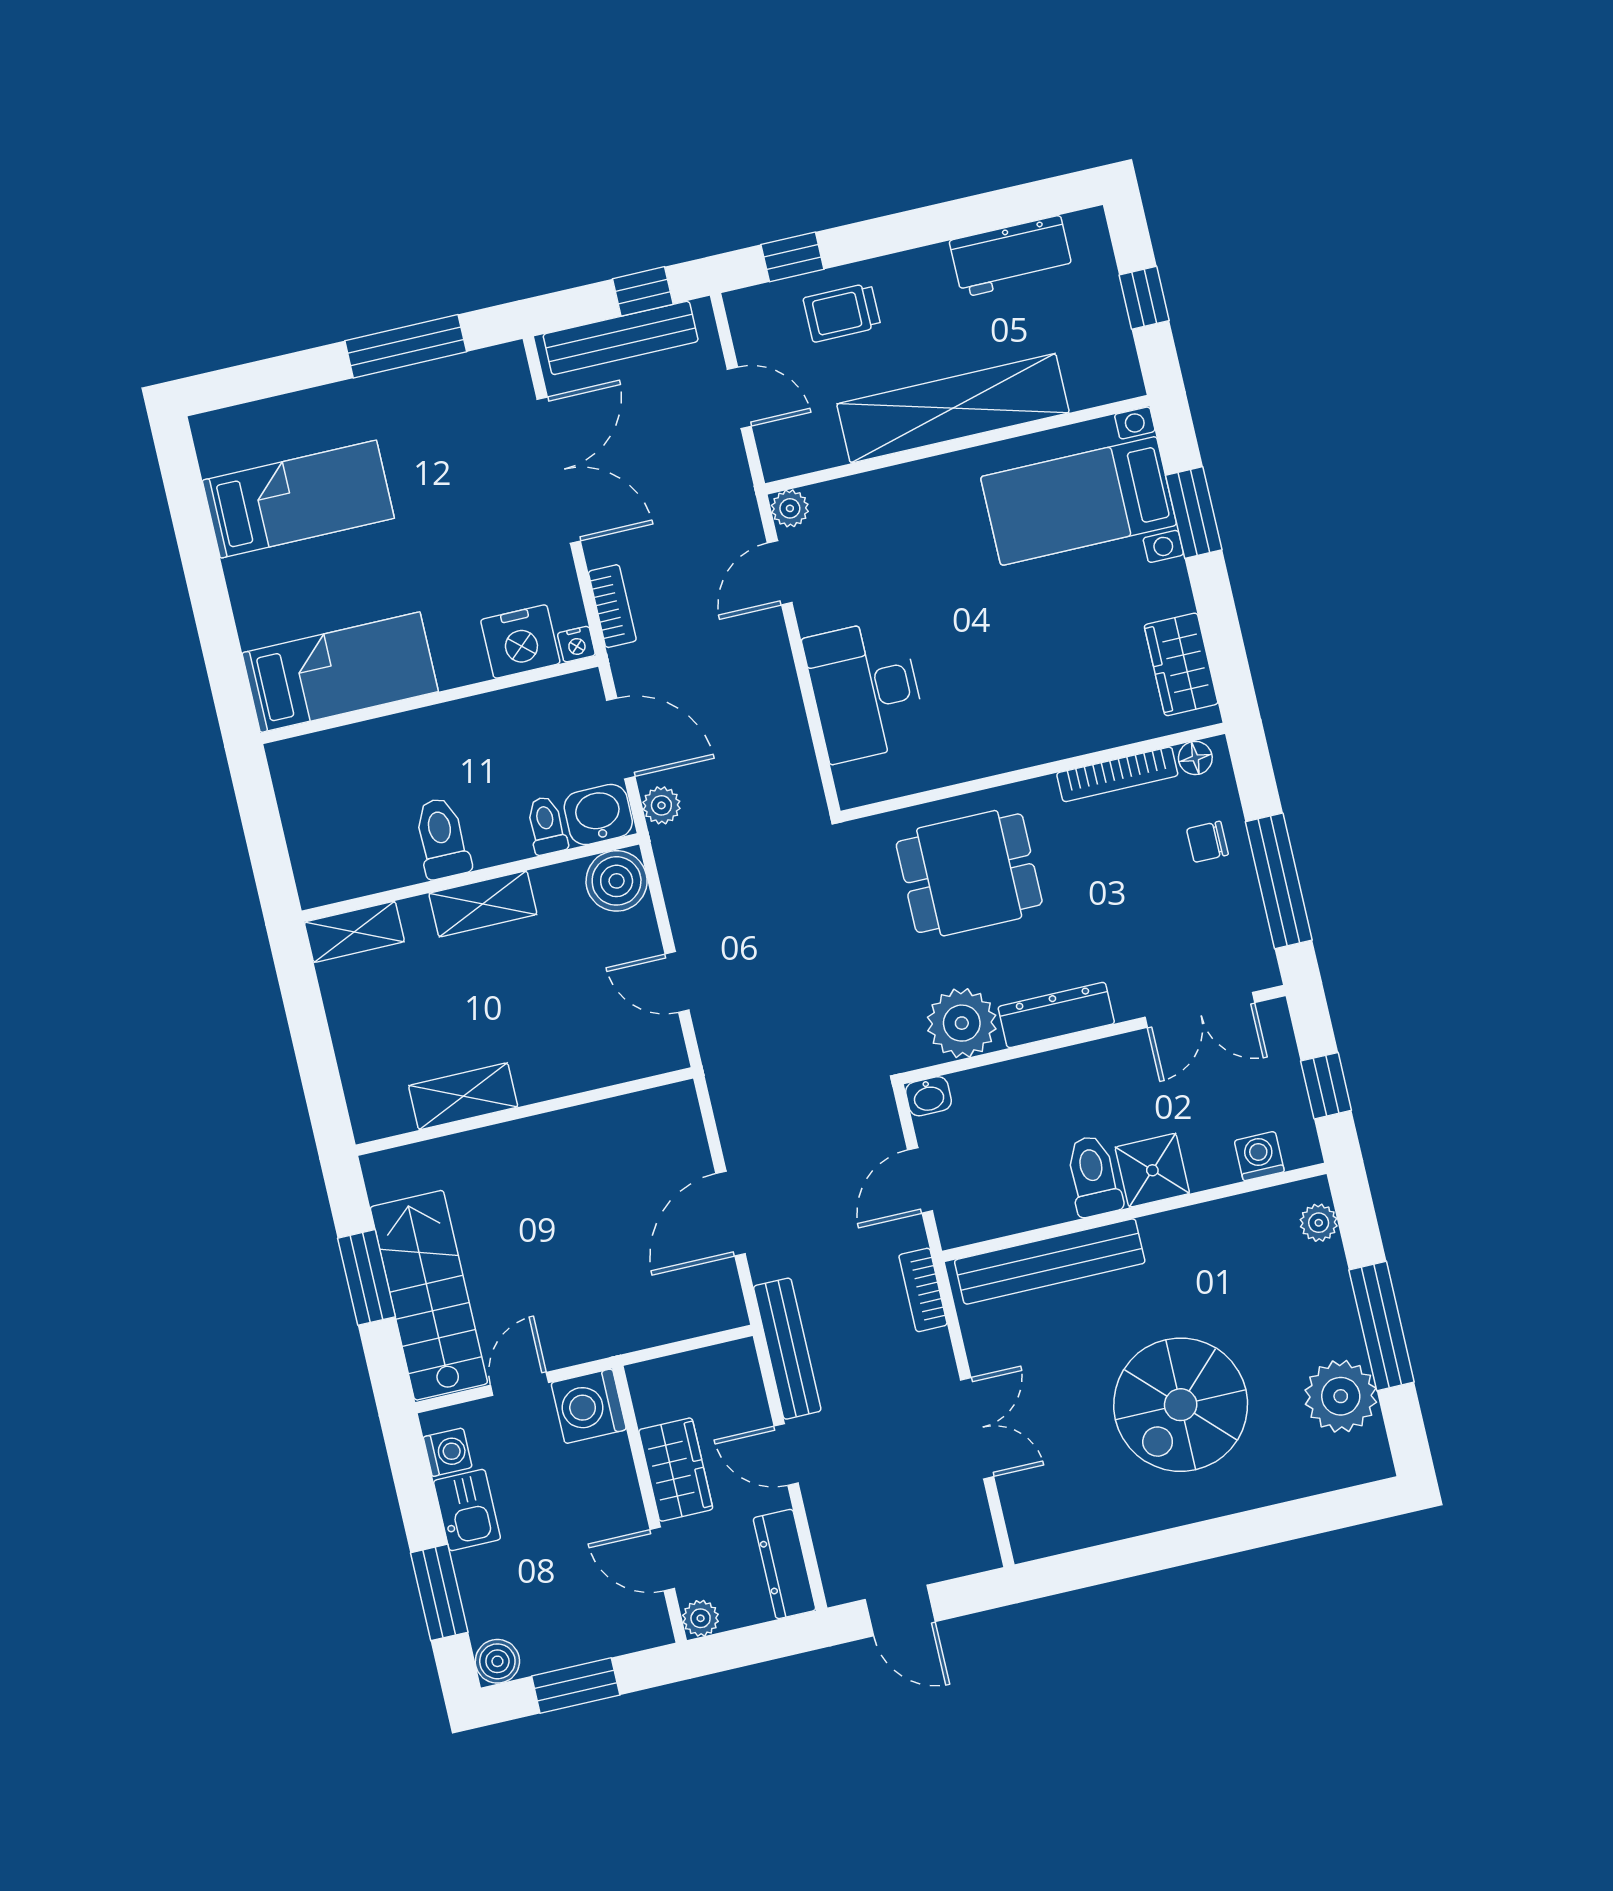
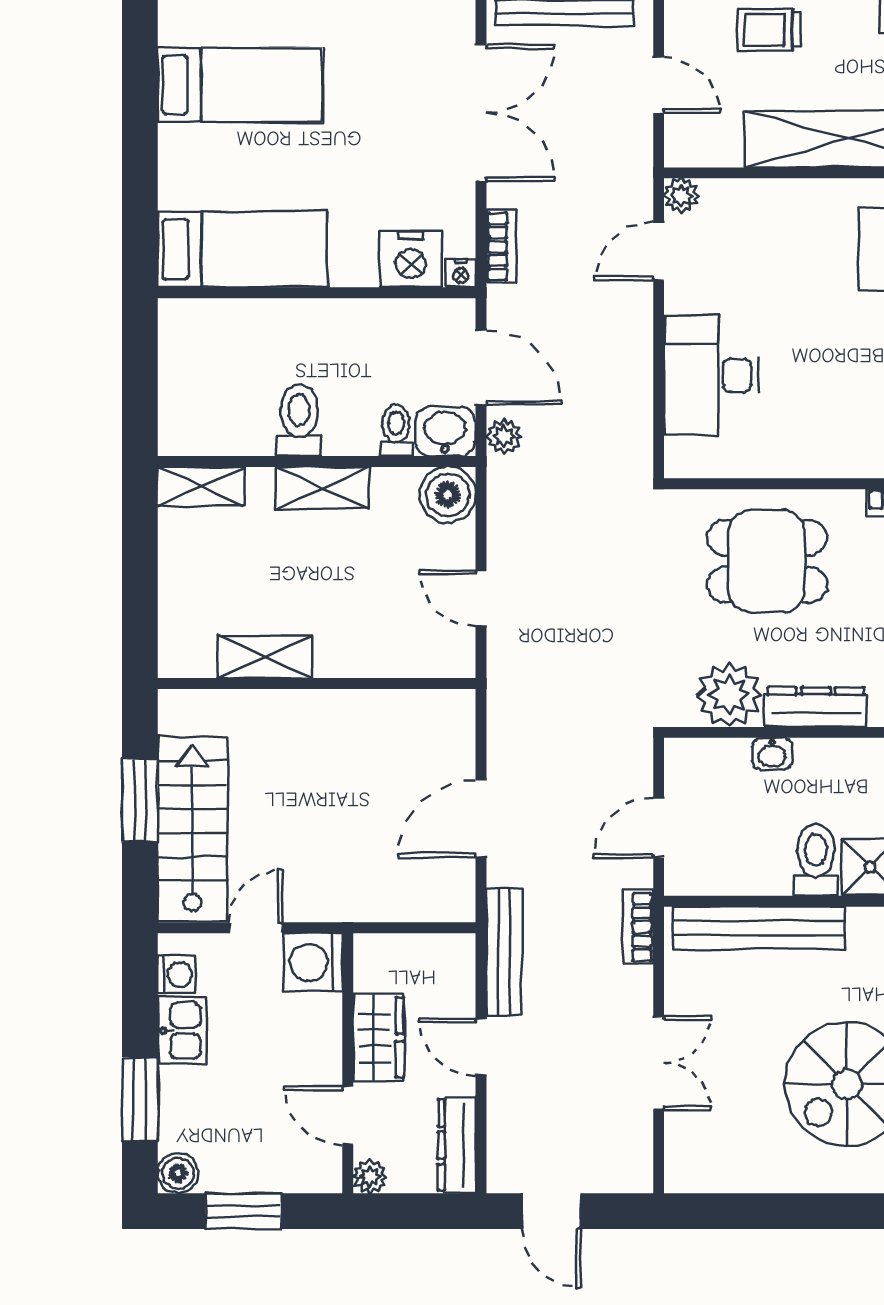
washbasin: (928, 1096) -> (772, 754), moved

